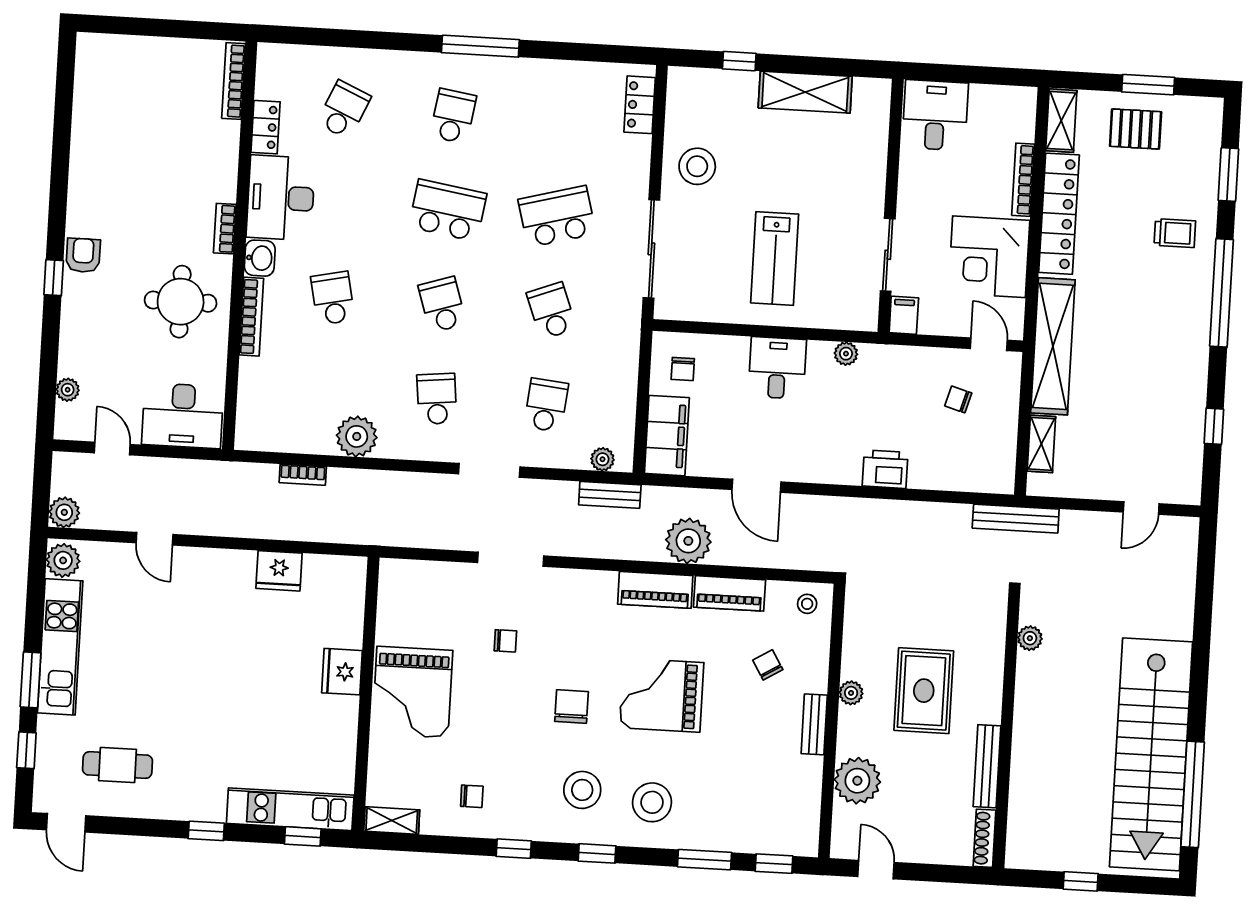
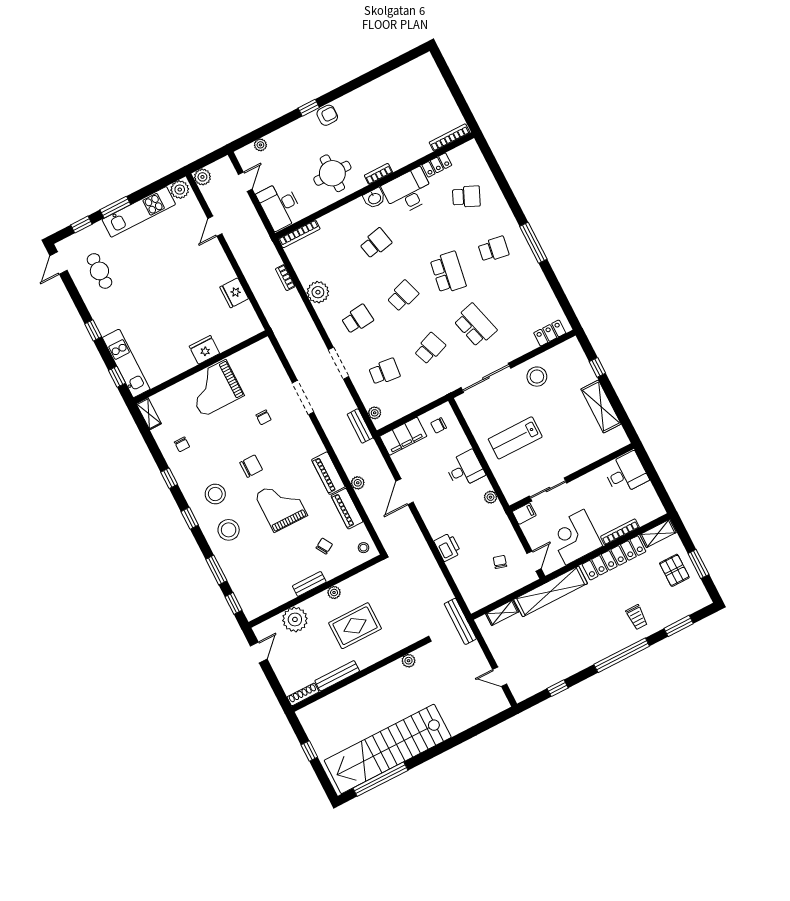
bookcase: (251, 317) -> (299, 234), moved
plant: (688, 541) -> (358, 483), width x0.53, depth x0.53

